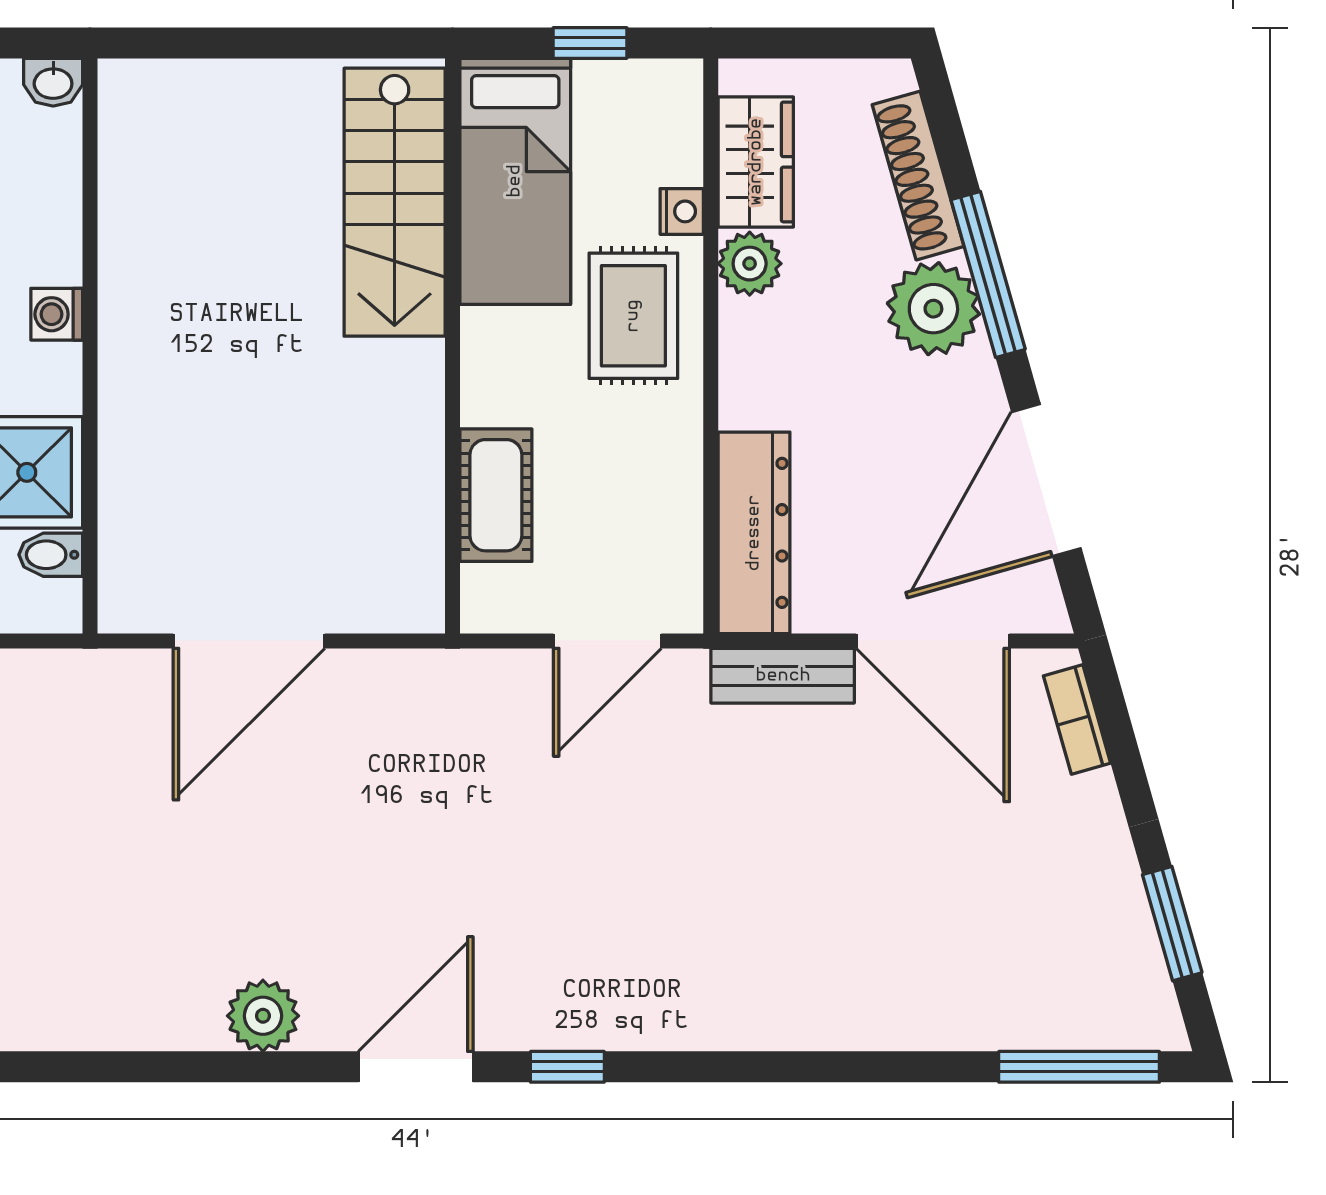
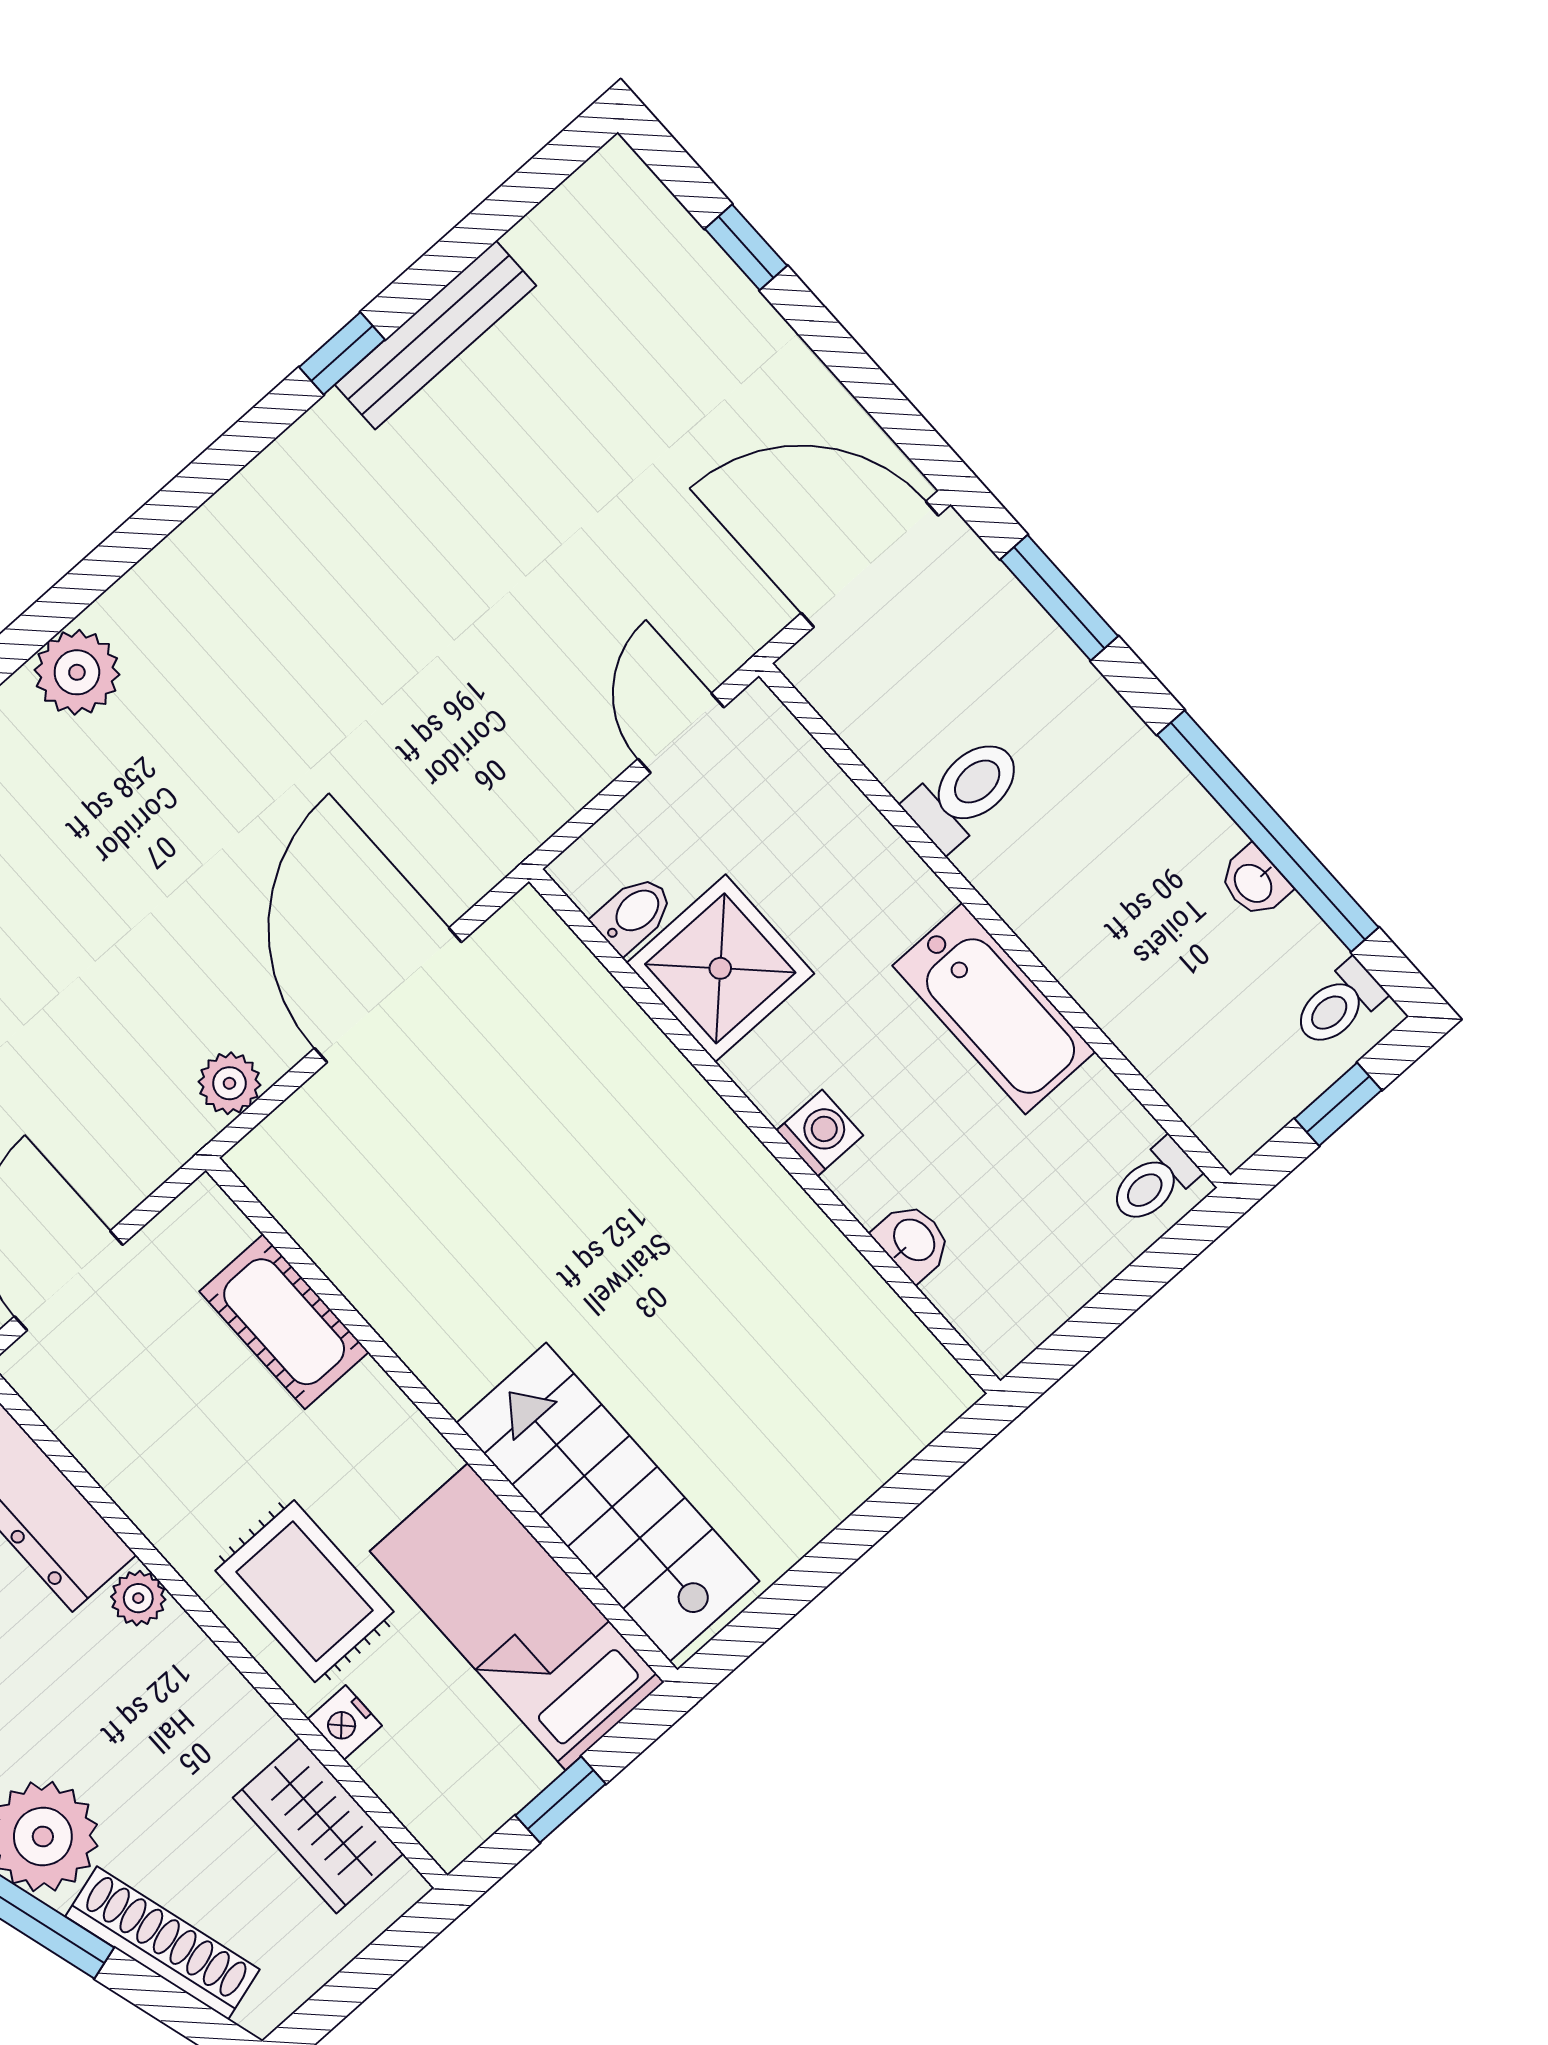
washbasin: (53, 82) -> (913, 1241), moved, turned 90
plant: (750, 264) -> (138, 1598), moved, width x0.73, depth x0.73
plant: (397, 674) -> (229, 1083), added

